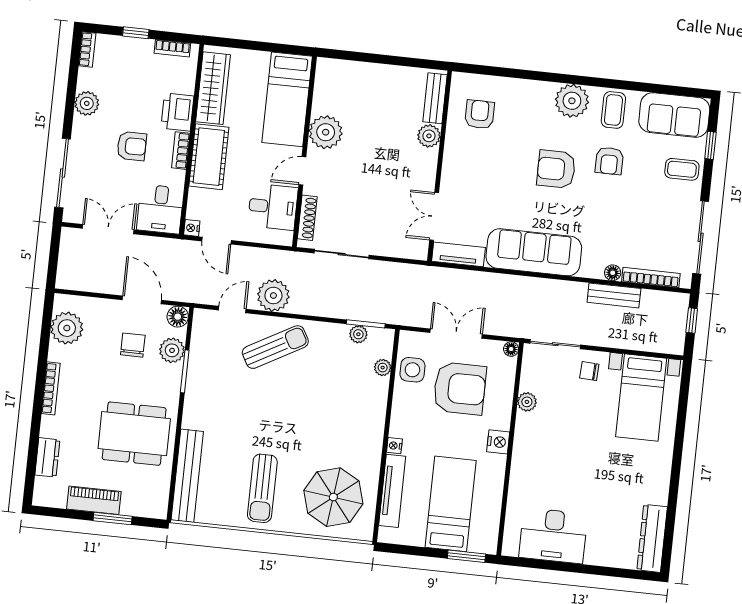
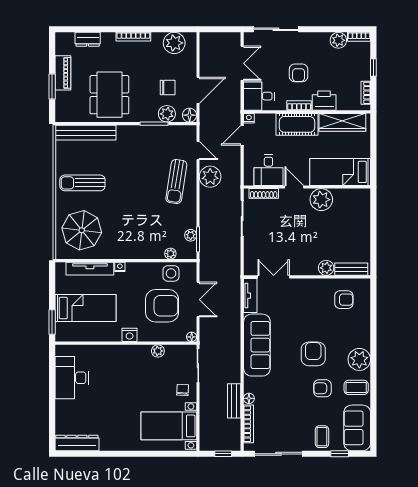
plant: (87, 103) -> (338, 40), moved
sun lounger: (275, 347) -> (176, 182), turned 38
armchair: (460, 388) -> (162, 306), turned -90

